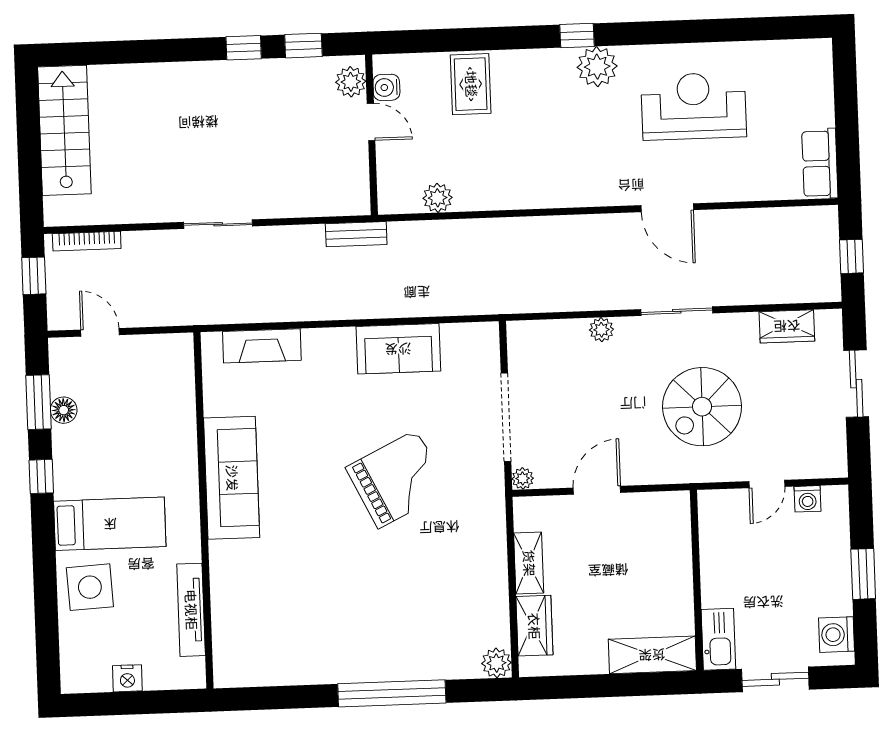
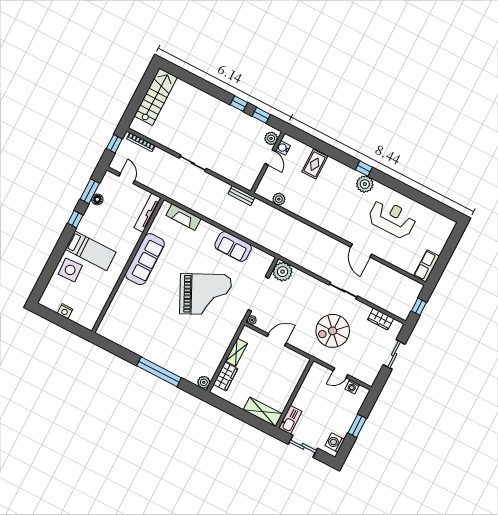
plant: (601, 330) -> (283, 272), moved, width x1.87, depth x1.87
grand piano: (397, 479) -> (206, 294), width x1.37, depth x1.48
tv unit: (191, 610) -> (147, 213), moved

